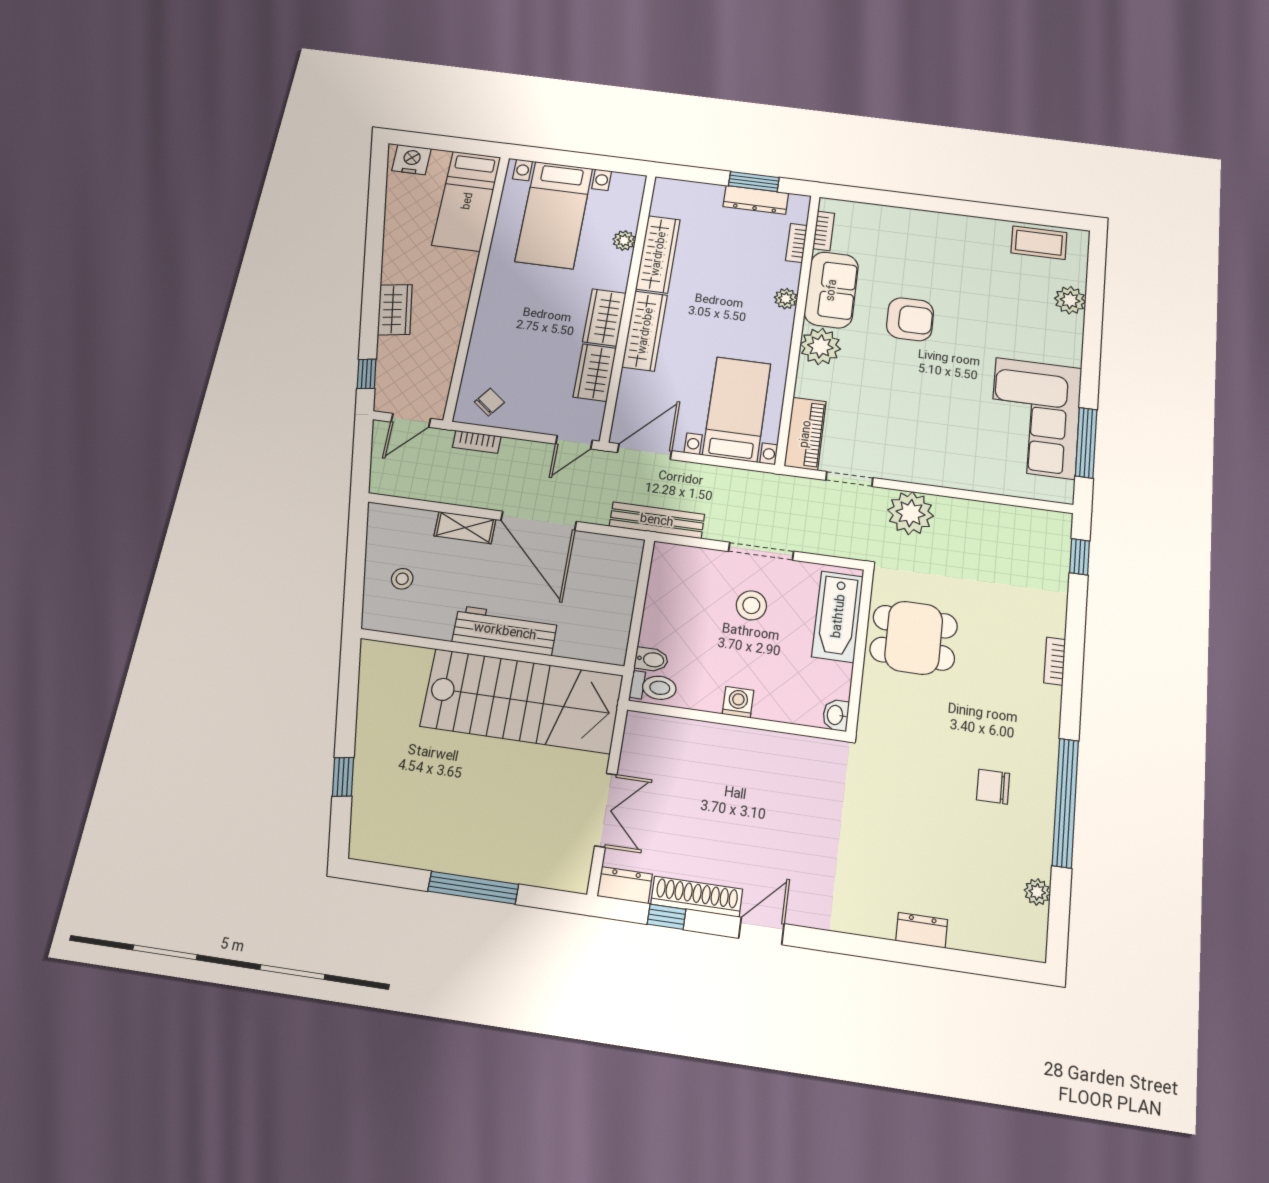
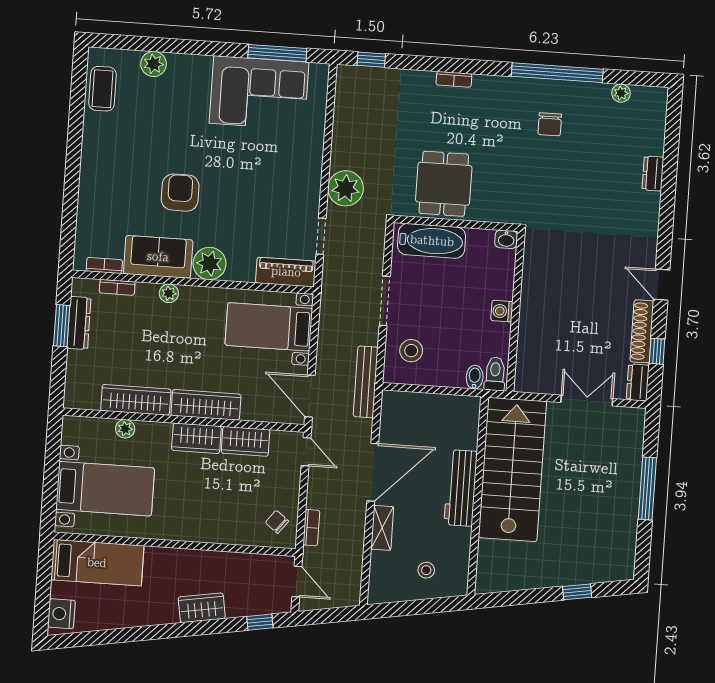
stool: (751, 605) -> (411, 351), moved

